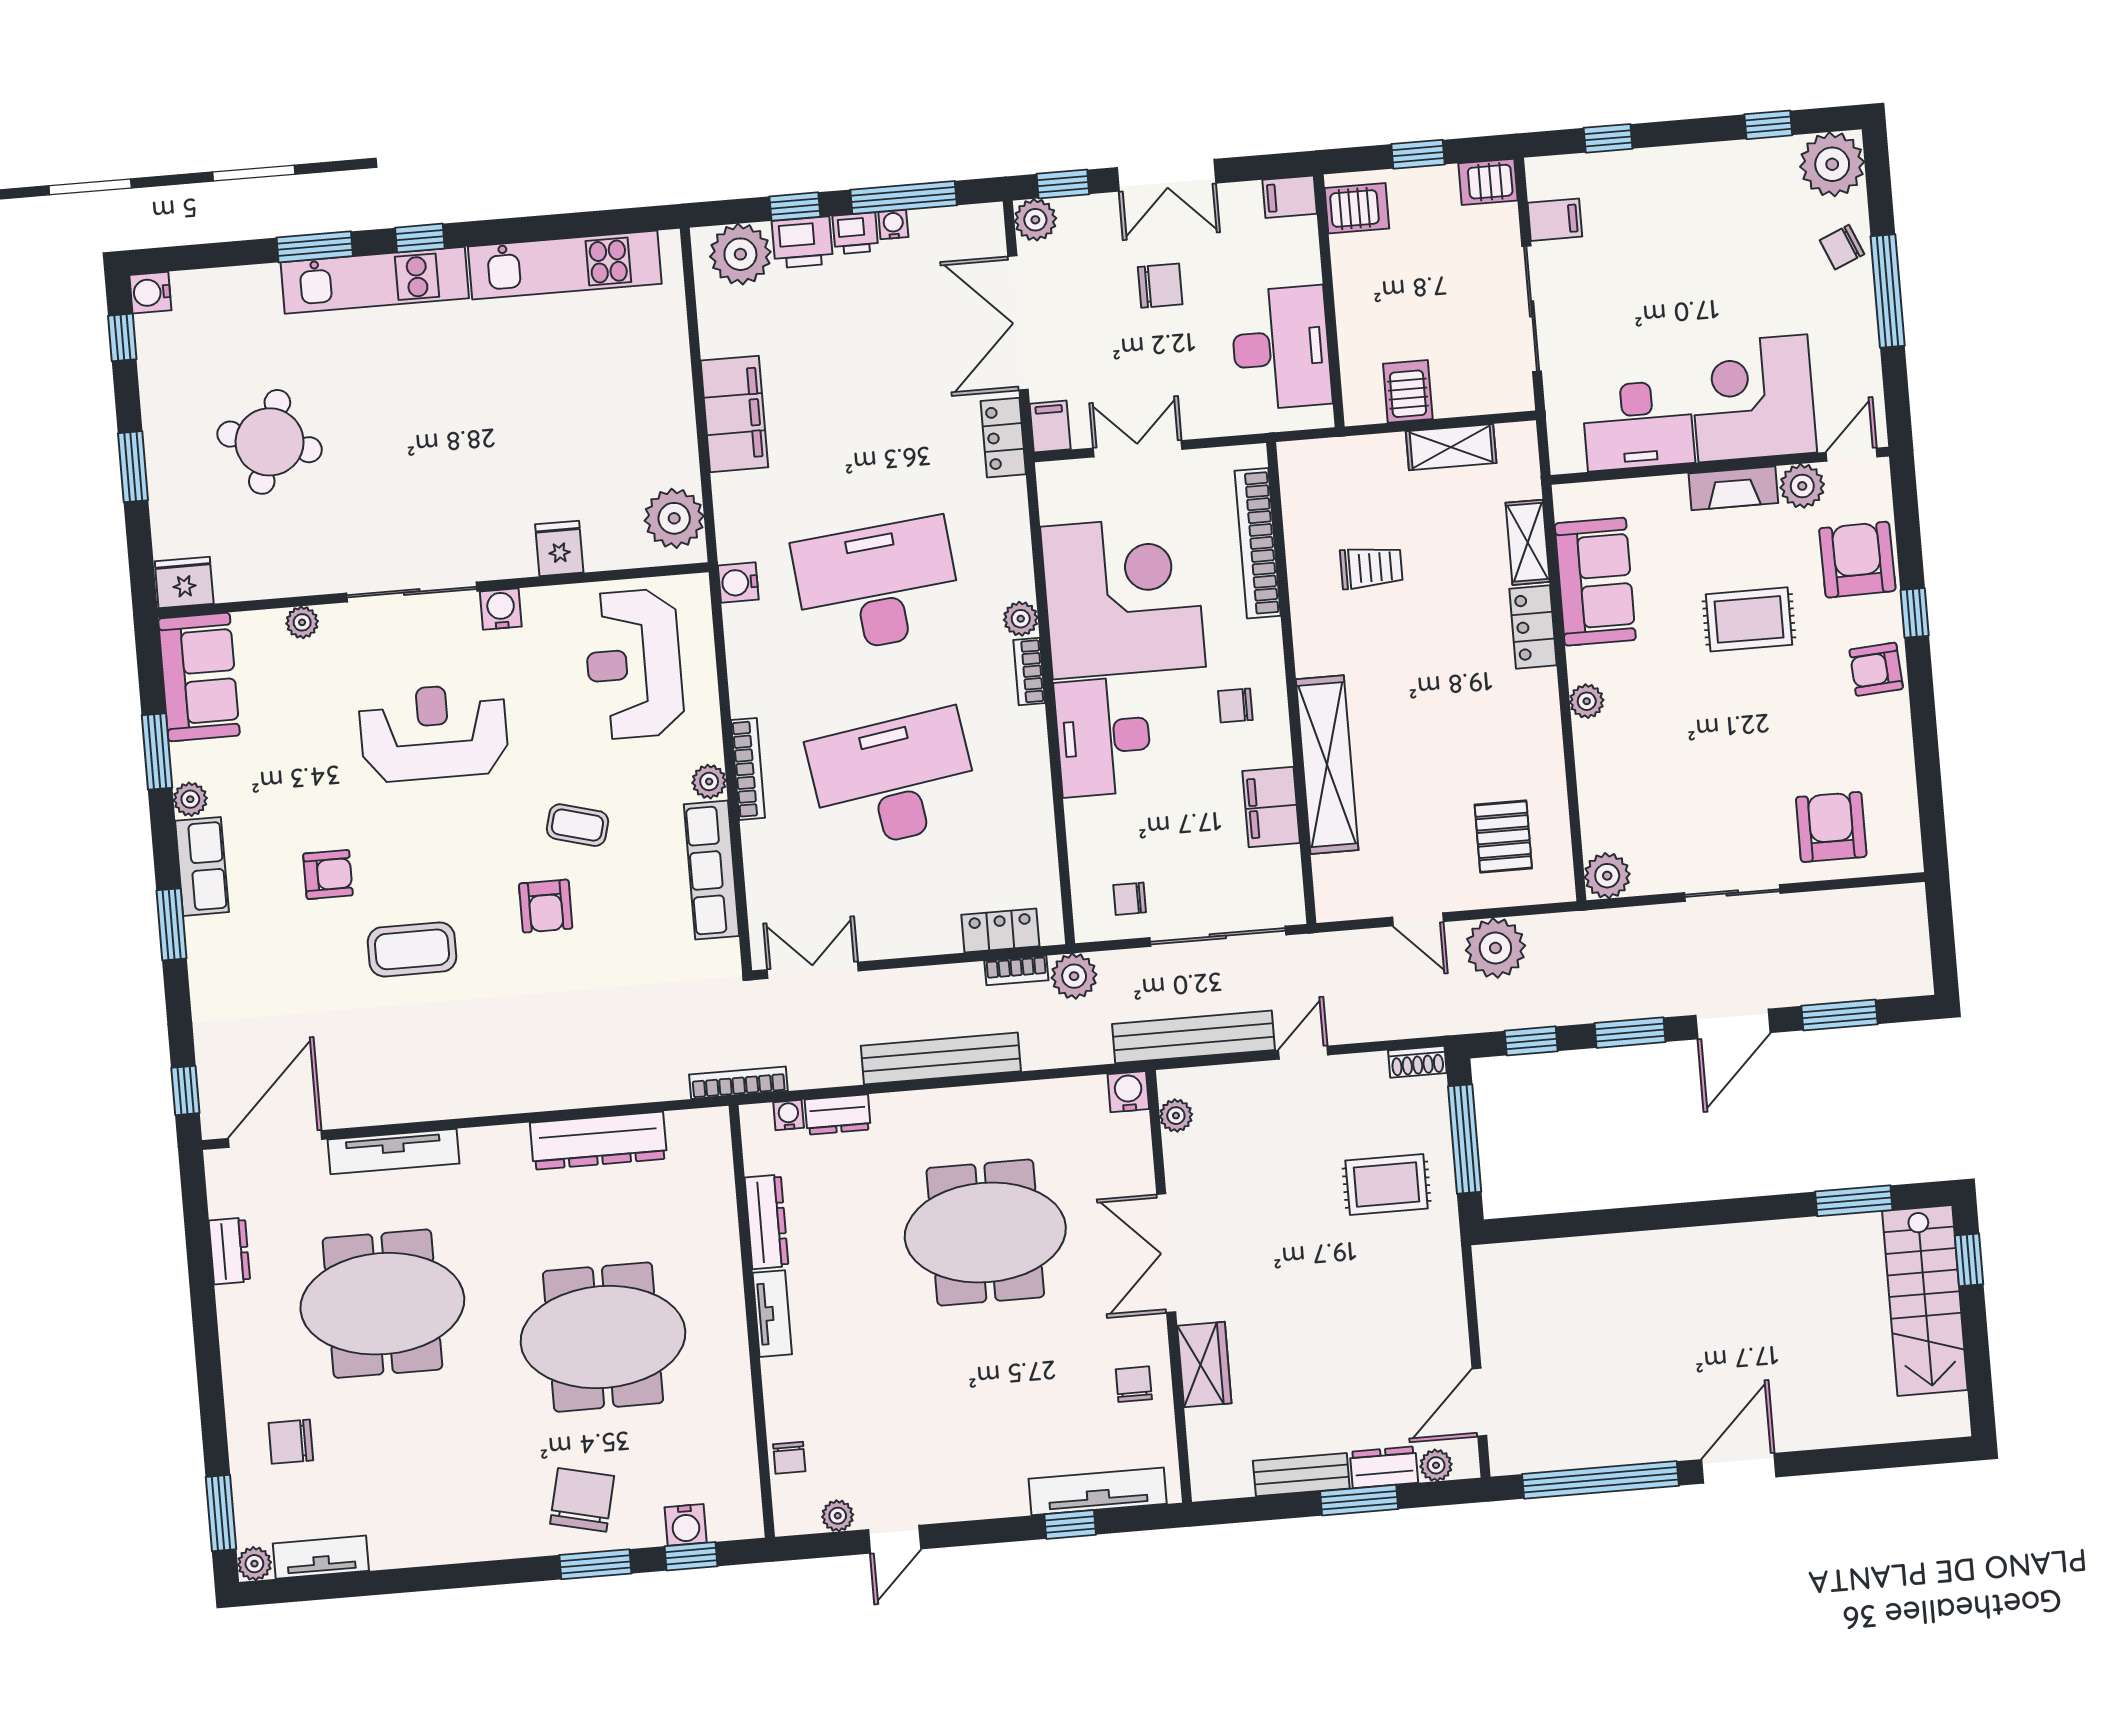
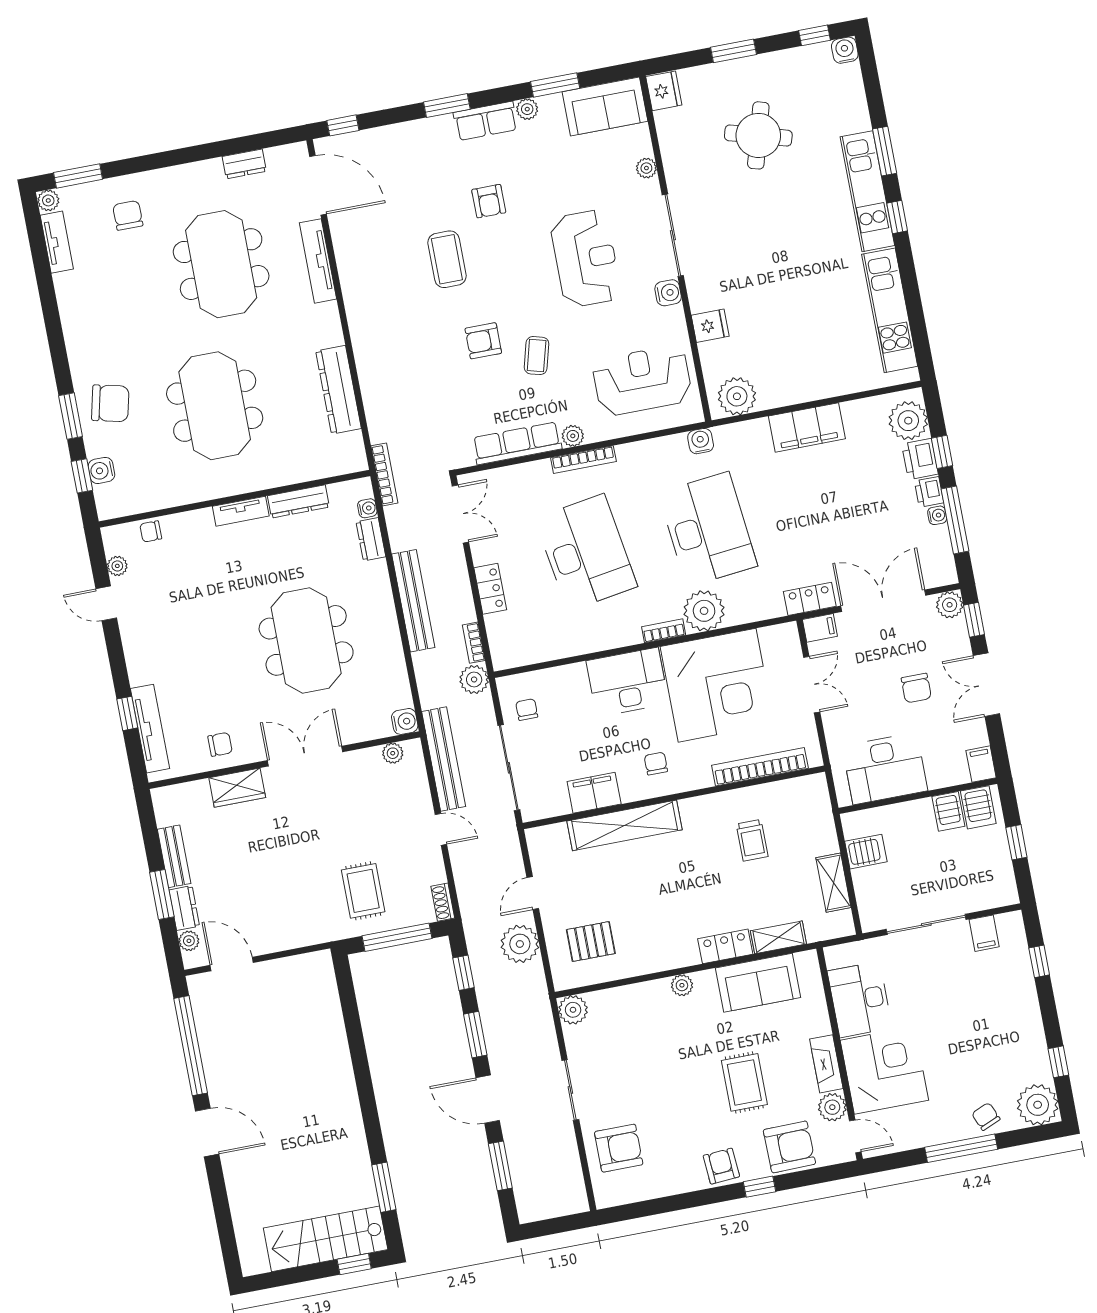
server rack: (1488, 182) -> (948, 811), moved, turned 180
plant: (1021, 619) -> (704, 611), width x1.88, depth x1.88
locker: (1000, 931) -> (490, 589), moved

